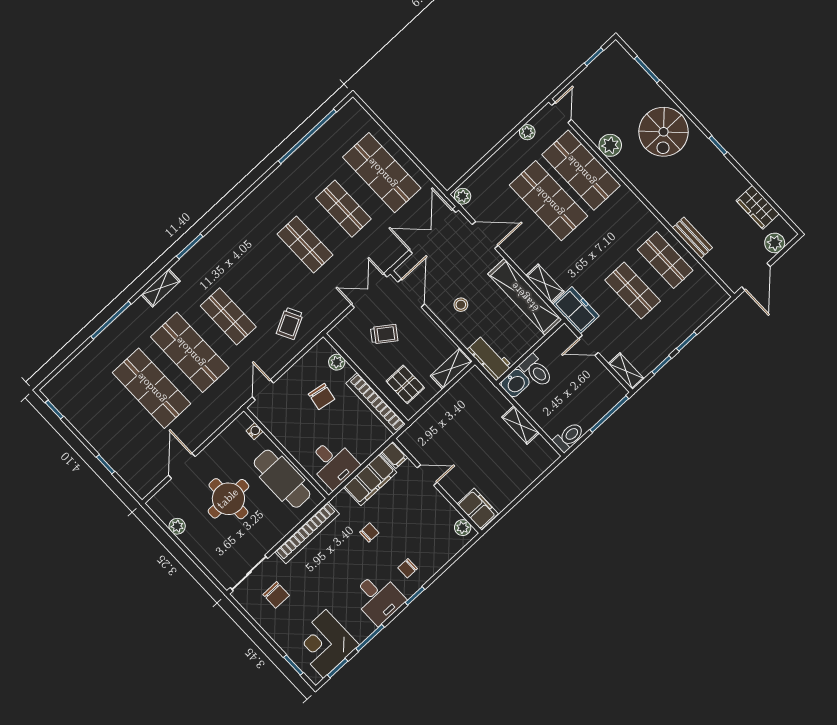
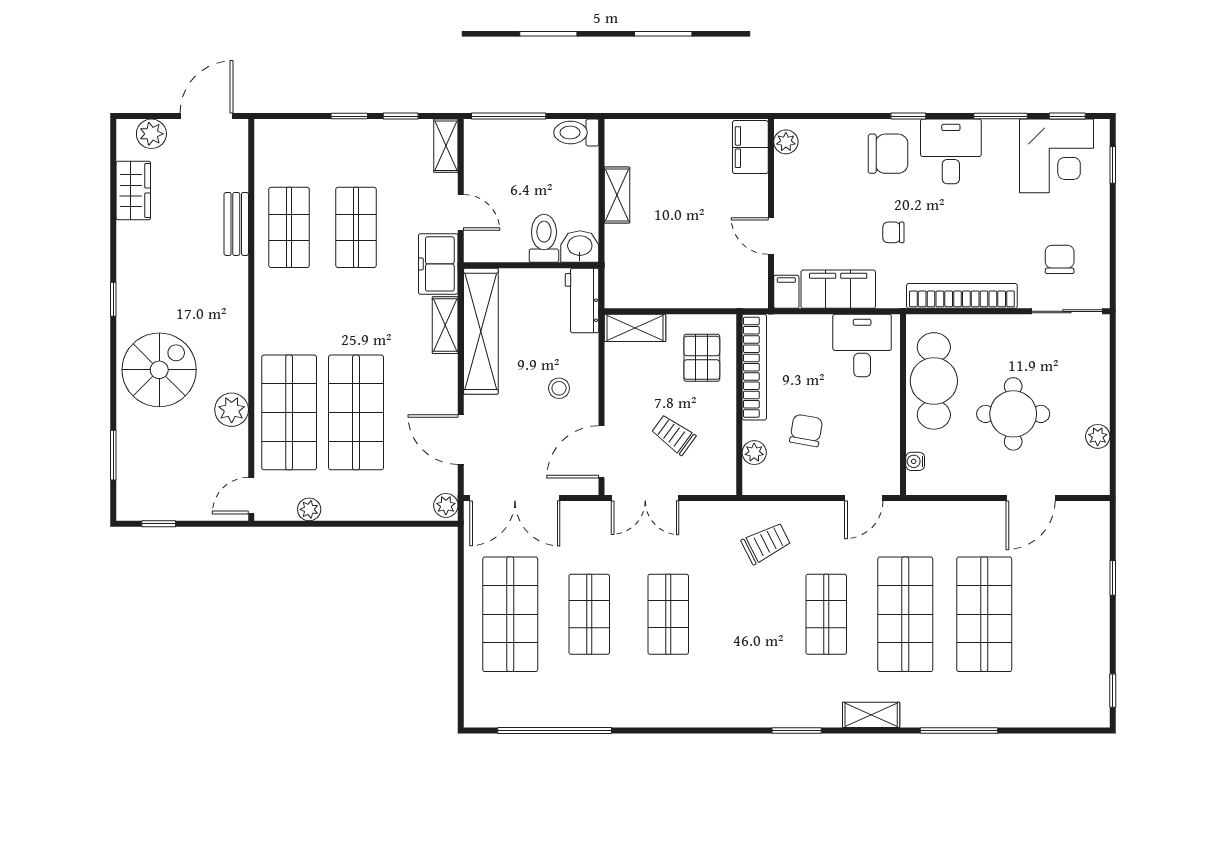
chair: (408, 568) -> (888, 154), width x1.87, depth x1.87

